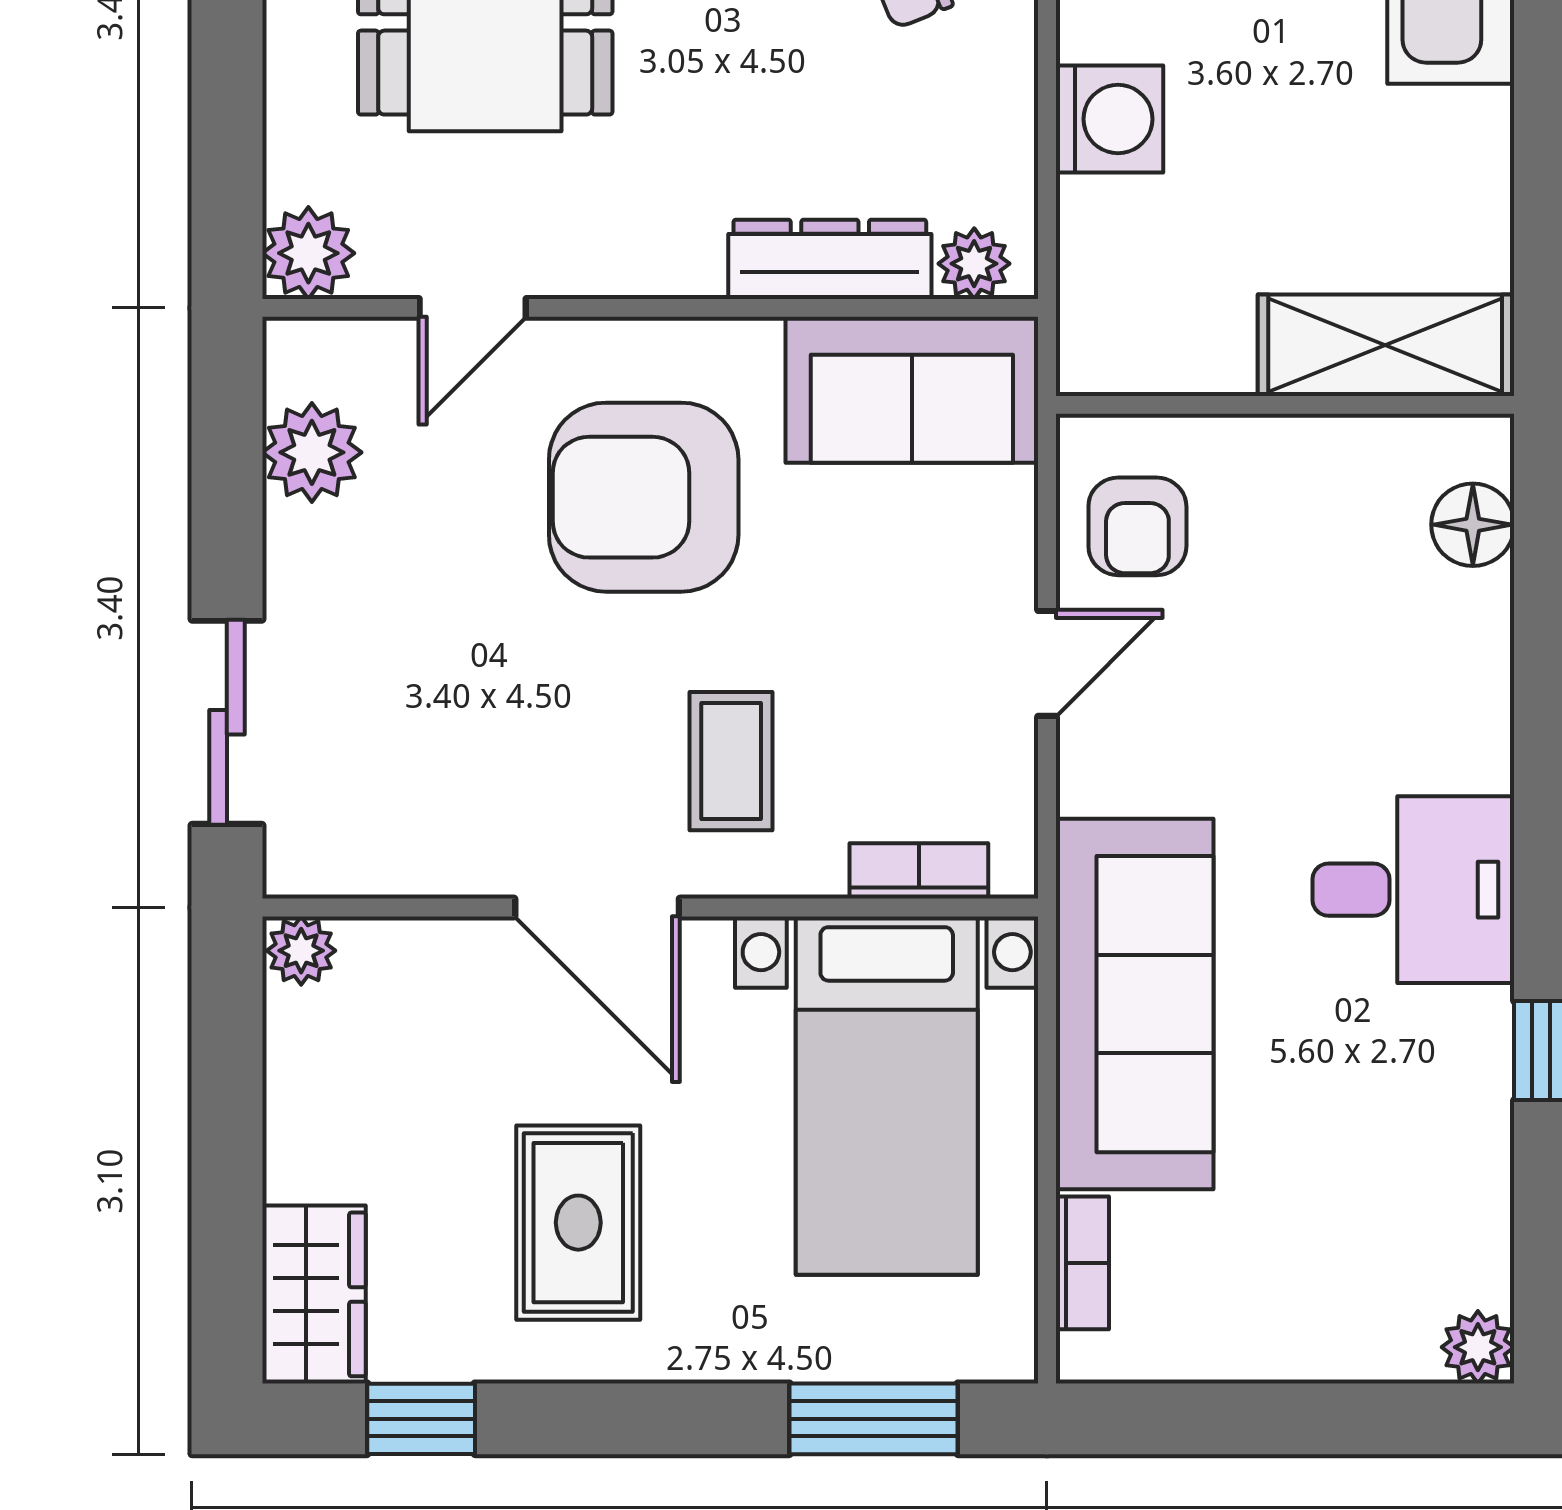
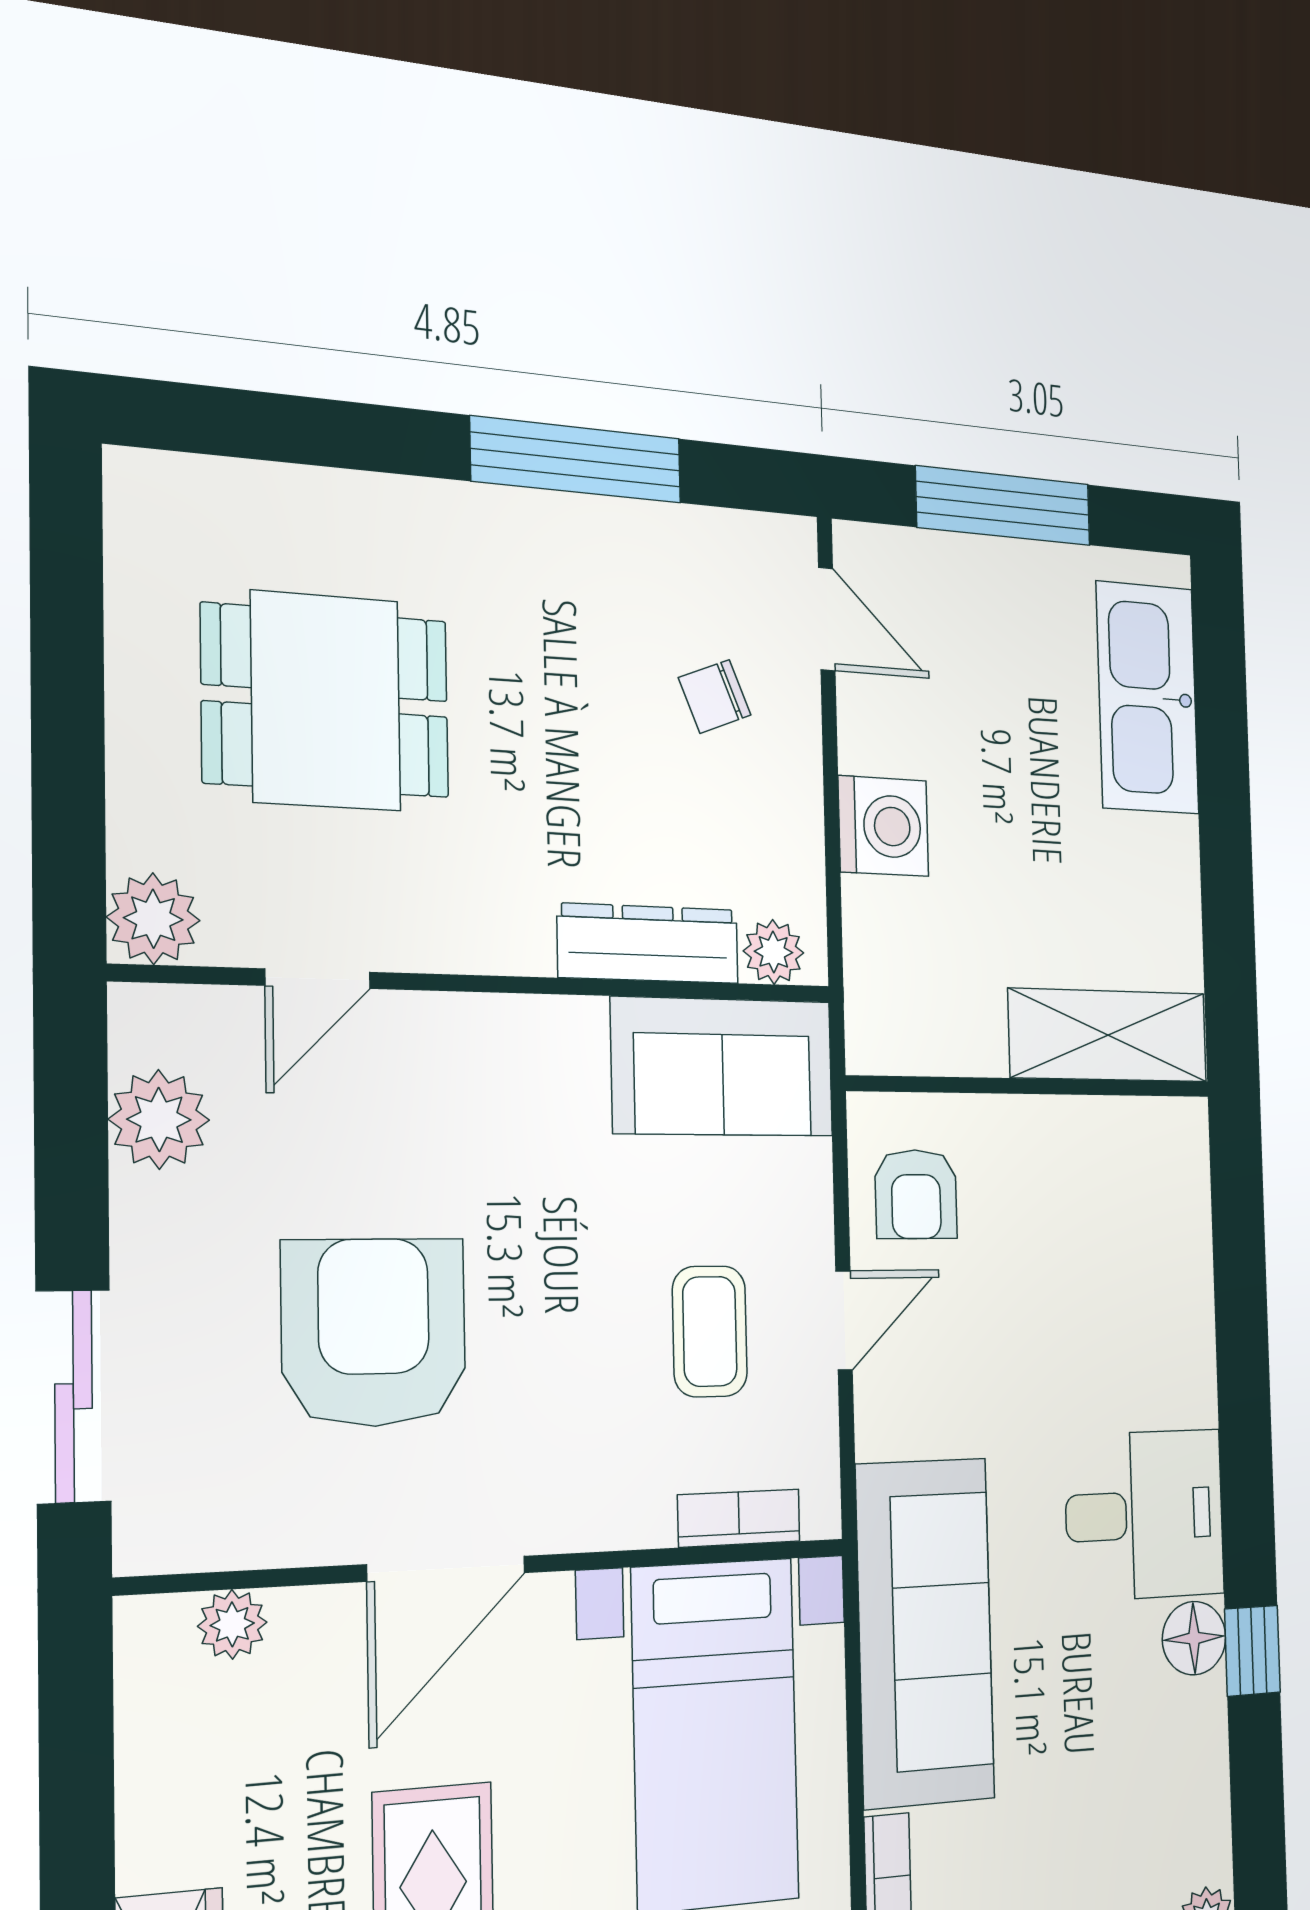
armchair: (644, 497) -> (374, 1333), moved, turned 90
floor lamp: (1473, 525) -> (1194, 1638), moved
coffee table: (731, 761) -> (710, 1331), moved
door: (597, 907) -> (446, 1569), hinge flipped
plant: (301, 951) -> (232, 1624), moved

